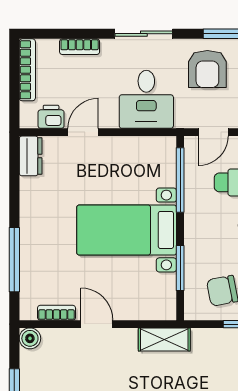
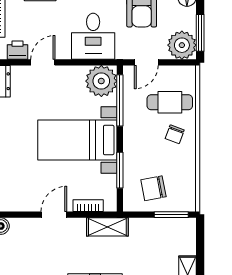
plant: (157, 156) -> (101, 81), added
bookcase: (56, 313) -> (88, 206), moved
door: (97, 324) -> (54, 215), hinge flipped

